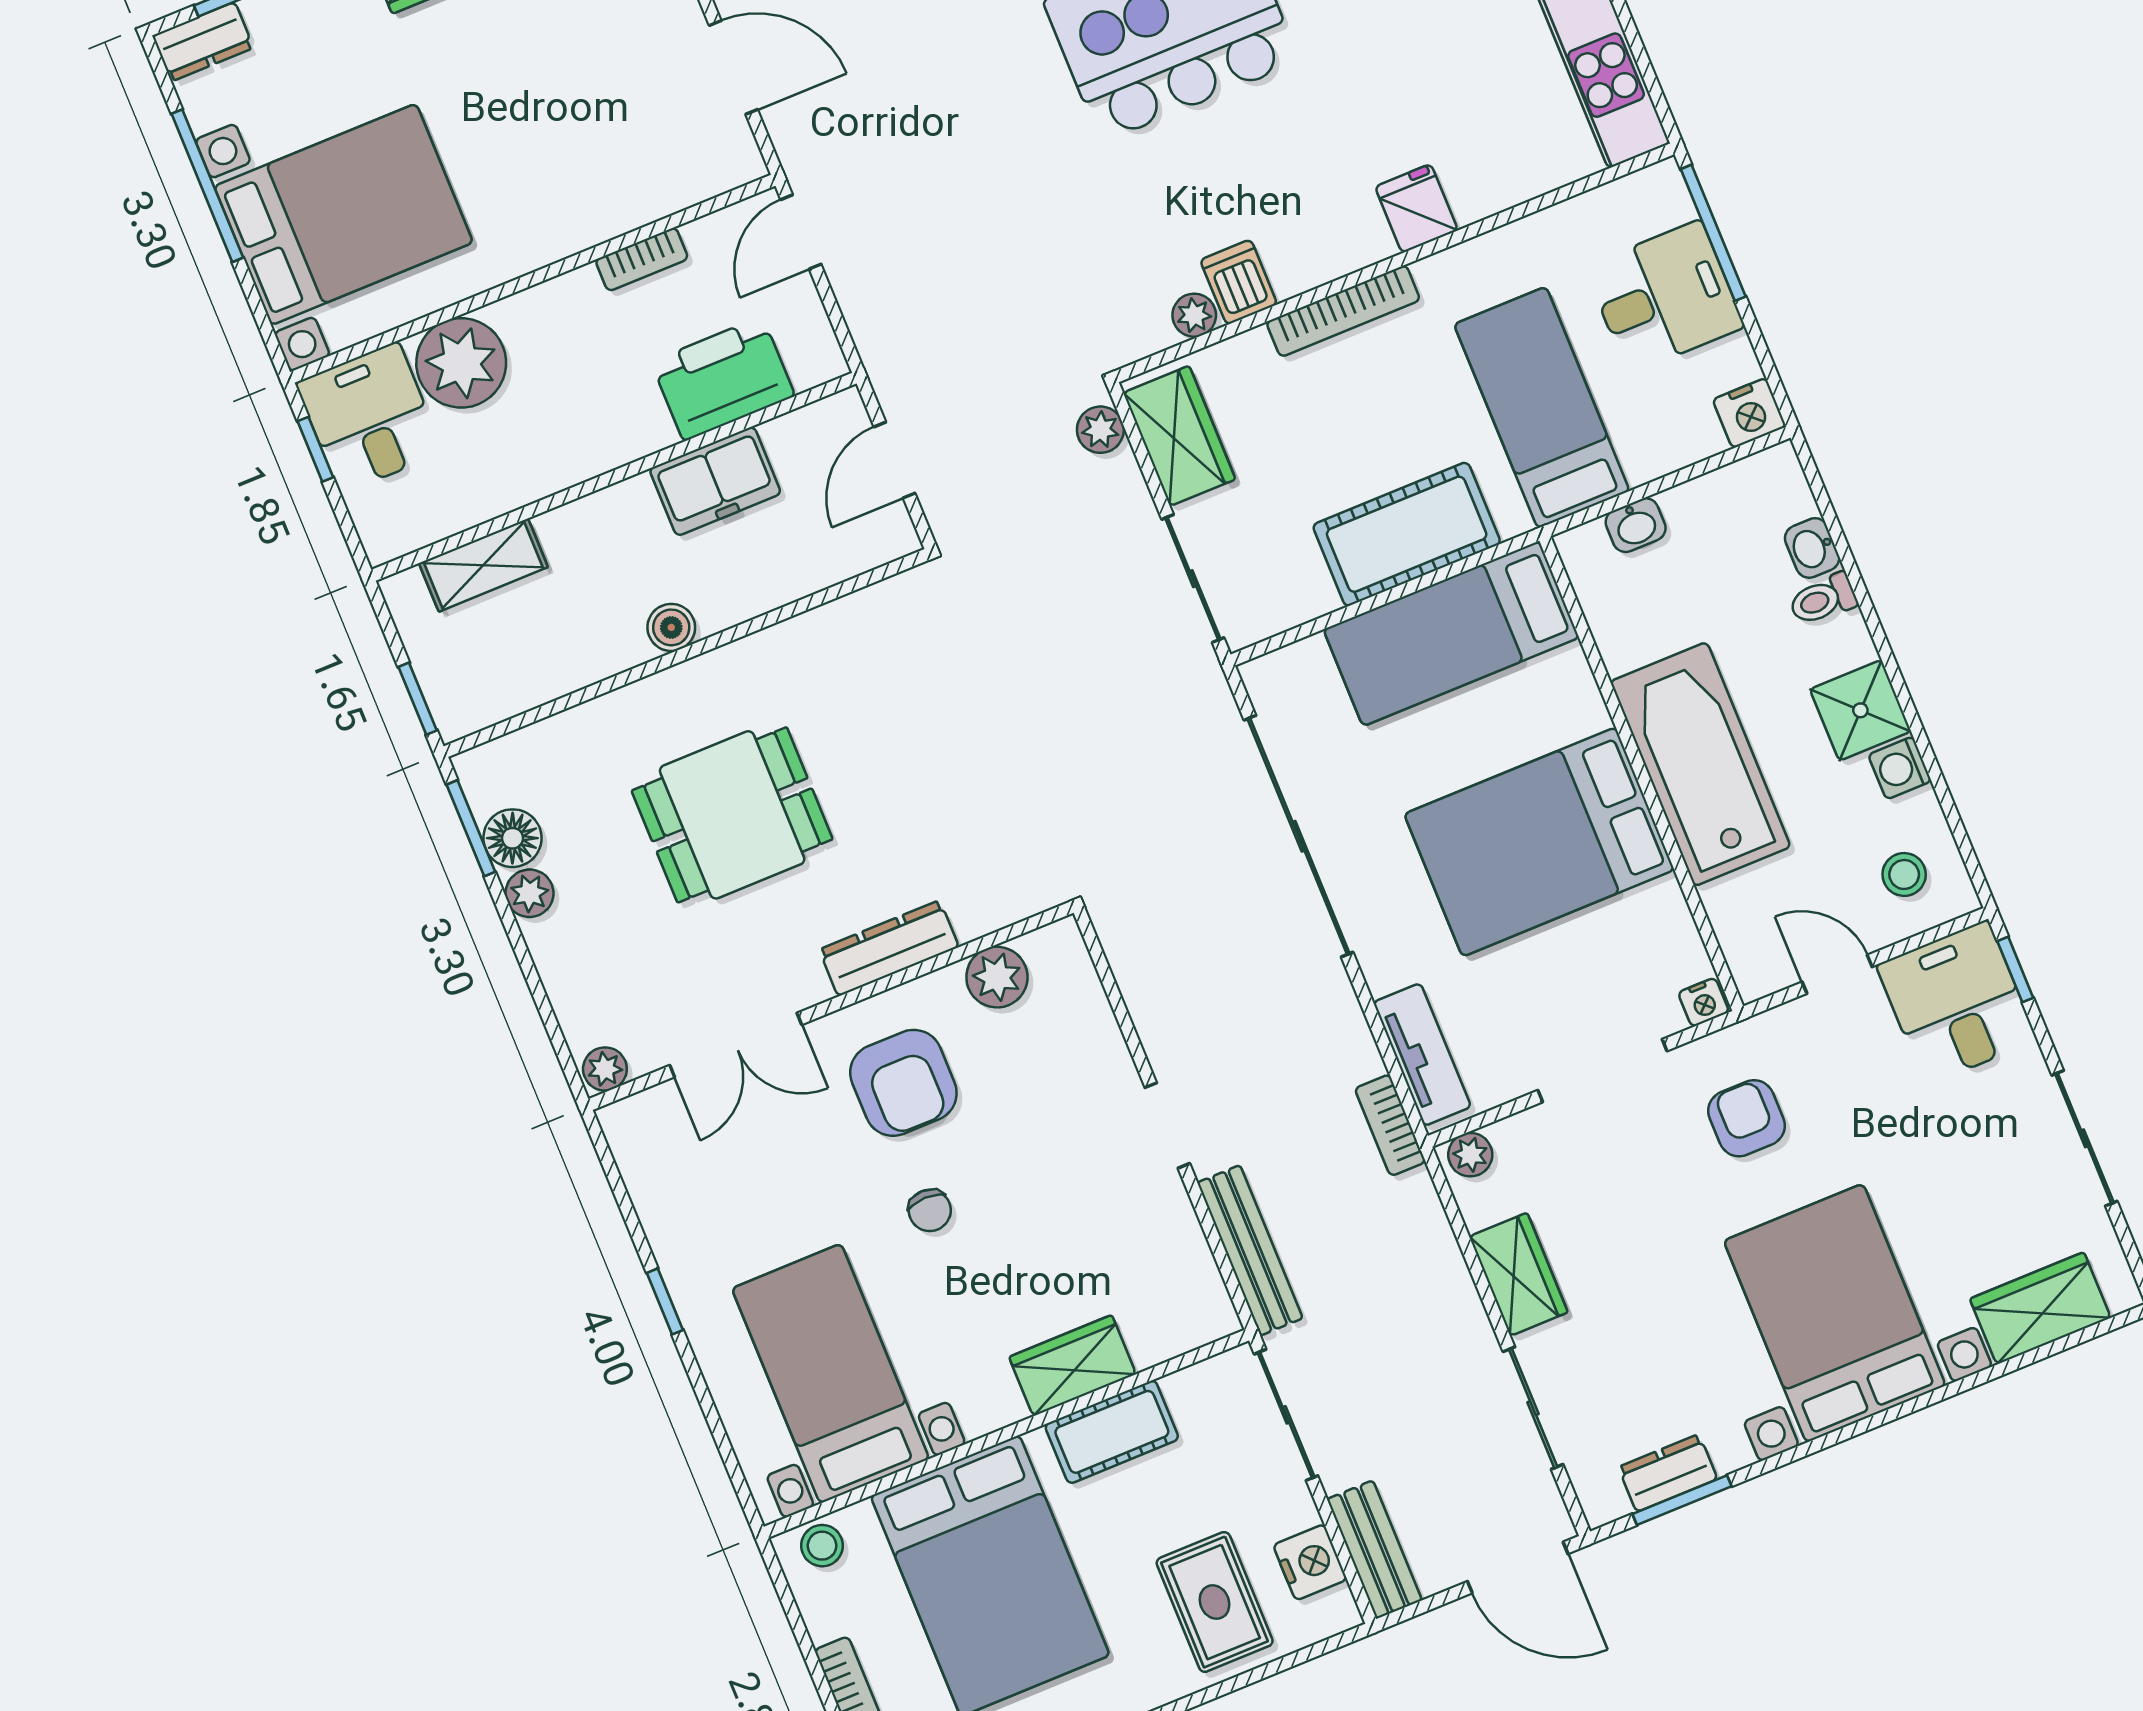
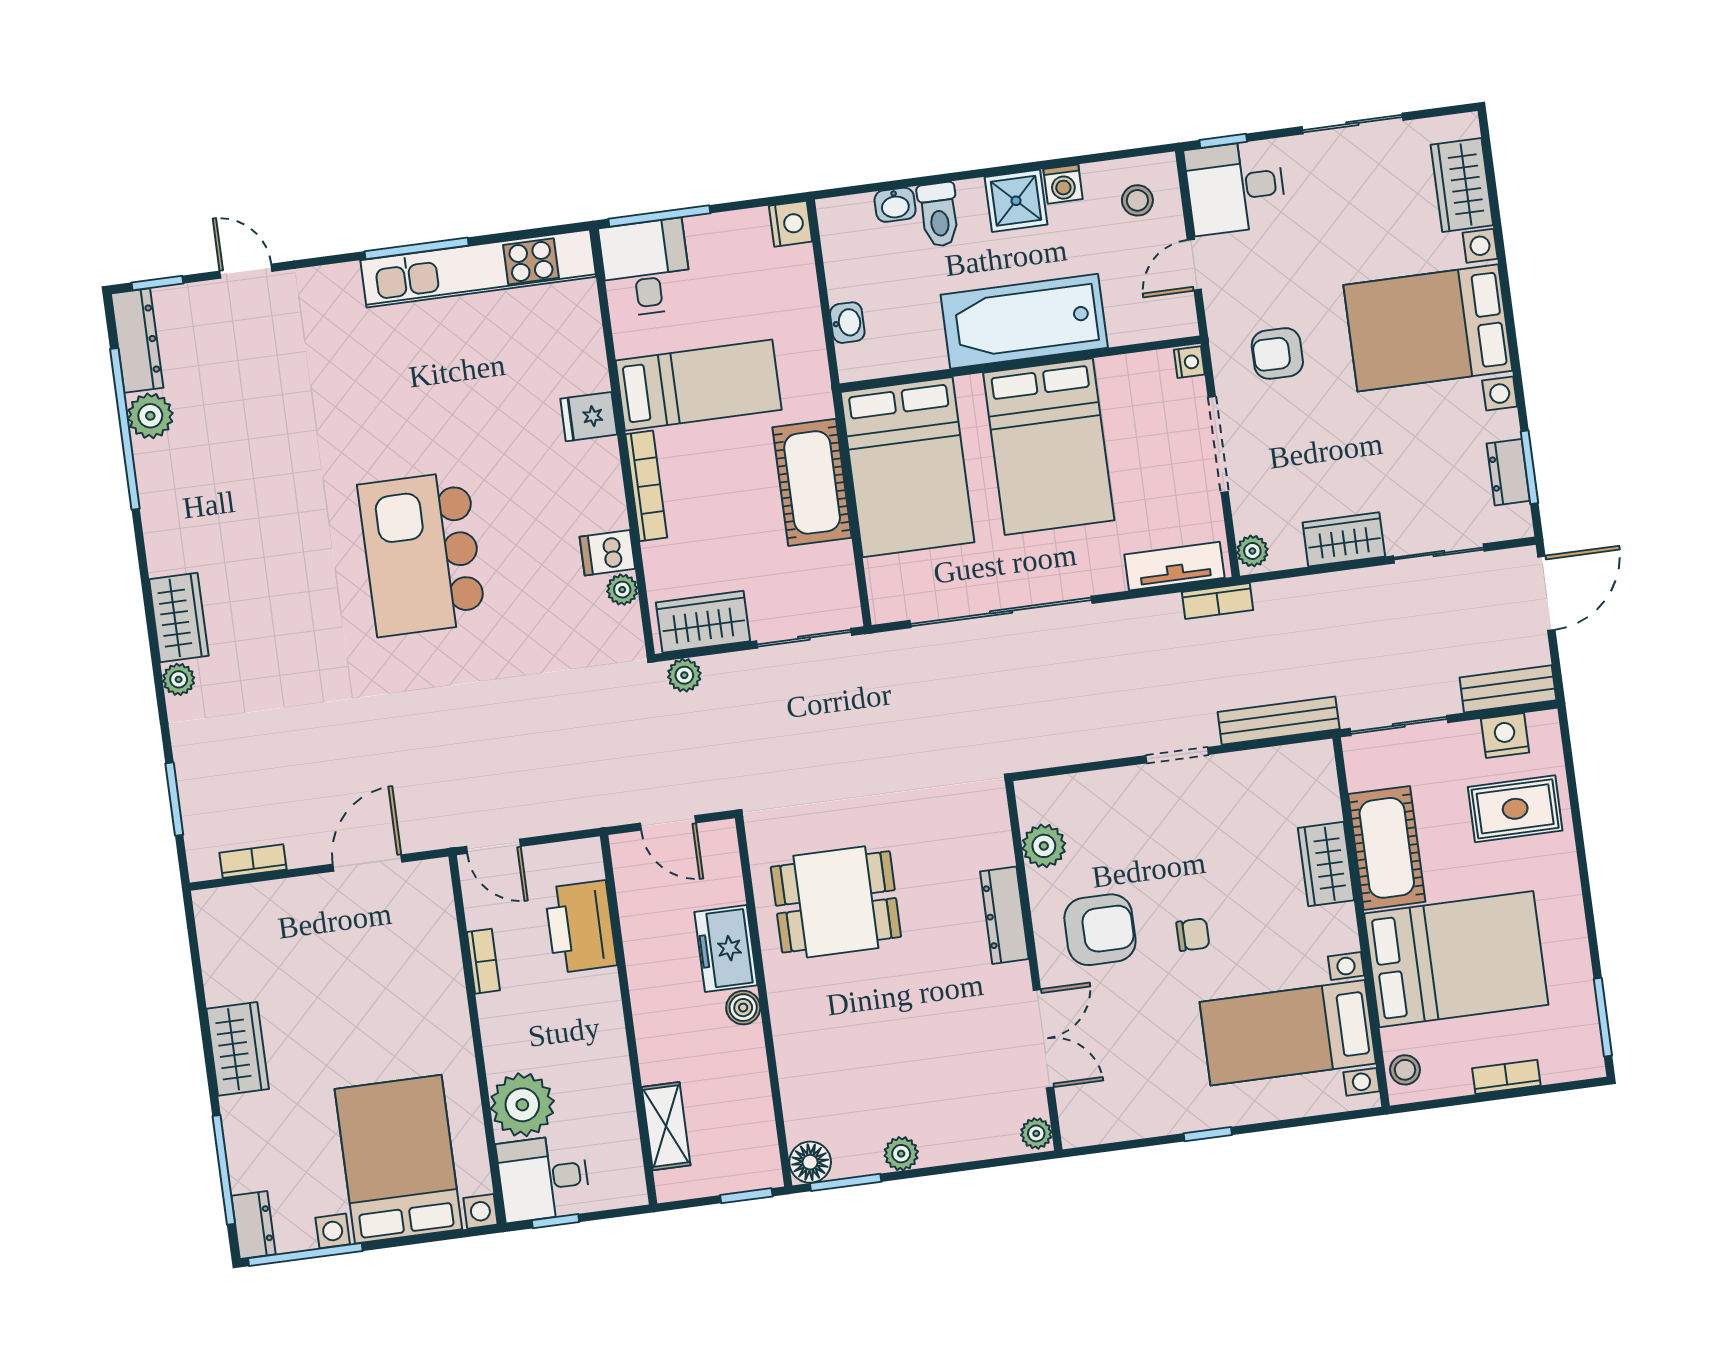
window: (207, 186) -> (305, 1255), moved
desk: (1664, 297) -> (646, 268), moved
bed: (1542, 408) -> (699, 385), moved, turned 180
freezer: (715, 481) -> (726, 949), moved, turned 180
toilet: (1823, 599) -> (939, 215), width x1.37, depth x1.39
bed: (1451, 634) -> (907, 467), width x1.50
dining table: (732, 815) -> (836, 902), moved, turned 90
floor lamp: (512, 838) -> (810, 1162), moved
cot: (1112, 1432) -> (1387, 848), width x1.37, depth x1.34

